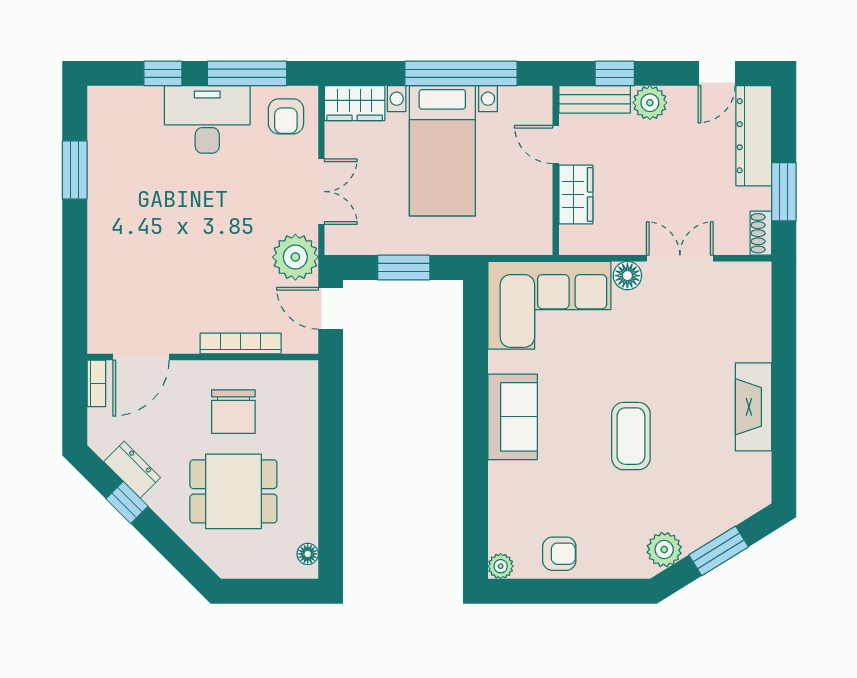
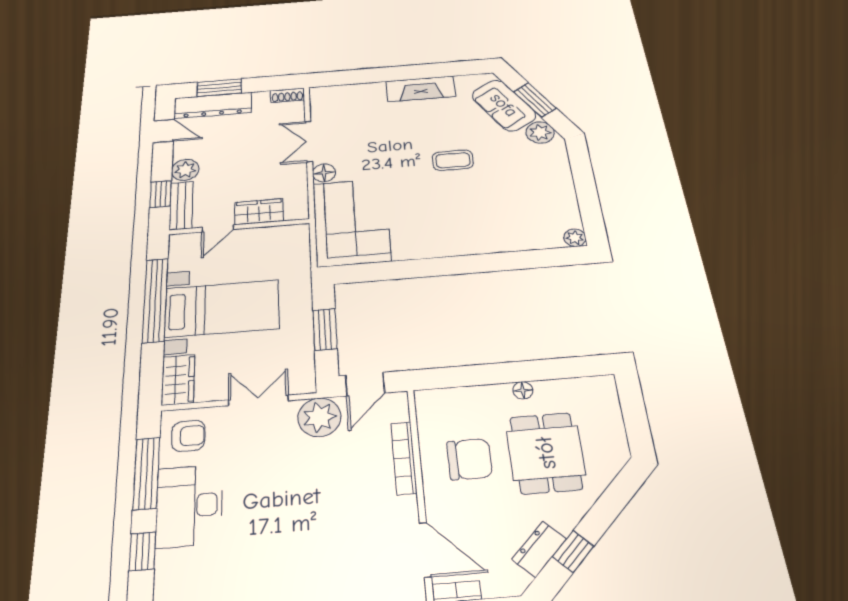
window: (784, 192) -> (219, 88), moved
sofa: (513, 417) -> (504, 105), moved, turned -122
coffee table: (631, 436) -> (453, 160), width x0.73, depth x0.77
floor lamp: (308, 554) -> (523, 390), moved
armchair: (559, 554) -> (556, 199), removed

